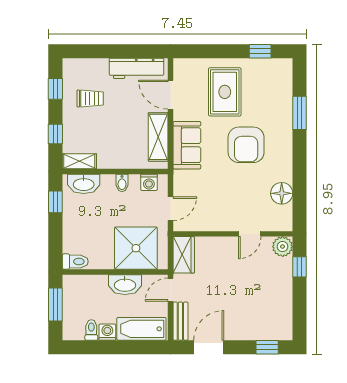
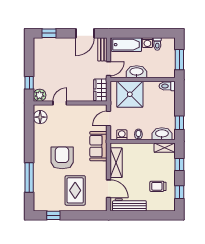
window: (299, 113) -> (29, 177), width x1.44
sofa: (187, 145) -> (98, 146), moved
floor lamp: (282, 193) -> (40, 117), moved

